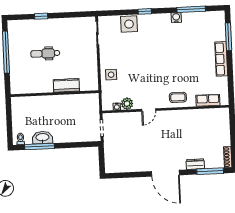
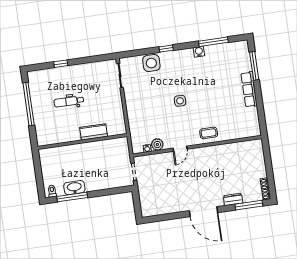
side table: (111, 75) -> (180, 101), moved
row of seats: (208, 100) -> (240, 133), removed

